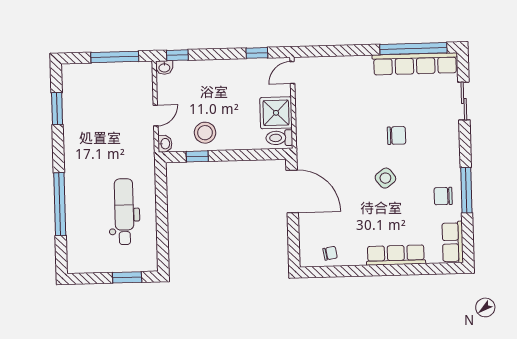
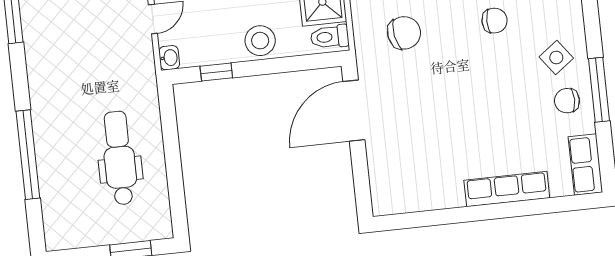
stool: (205, 133) -> (260, 41), moved
side table: (385, 178) -> (556, 58), moved
door: (292, 191) -> (354, 111), swing flipped
chair: (330, 253) -> (404, 33), moved, width x1.87, depth x1.87

